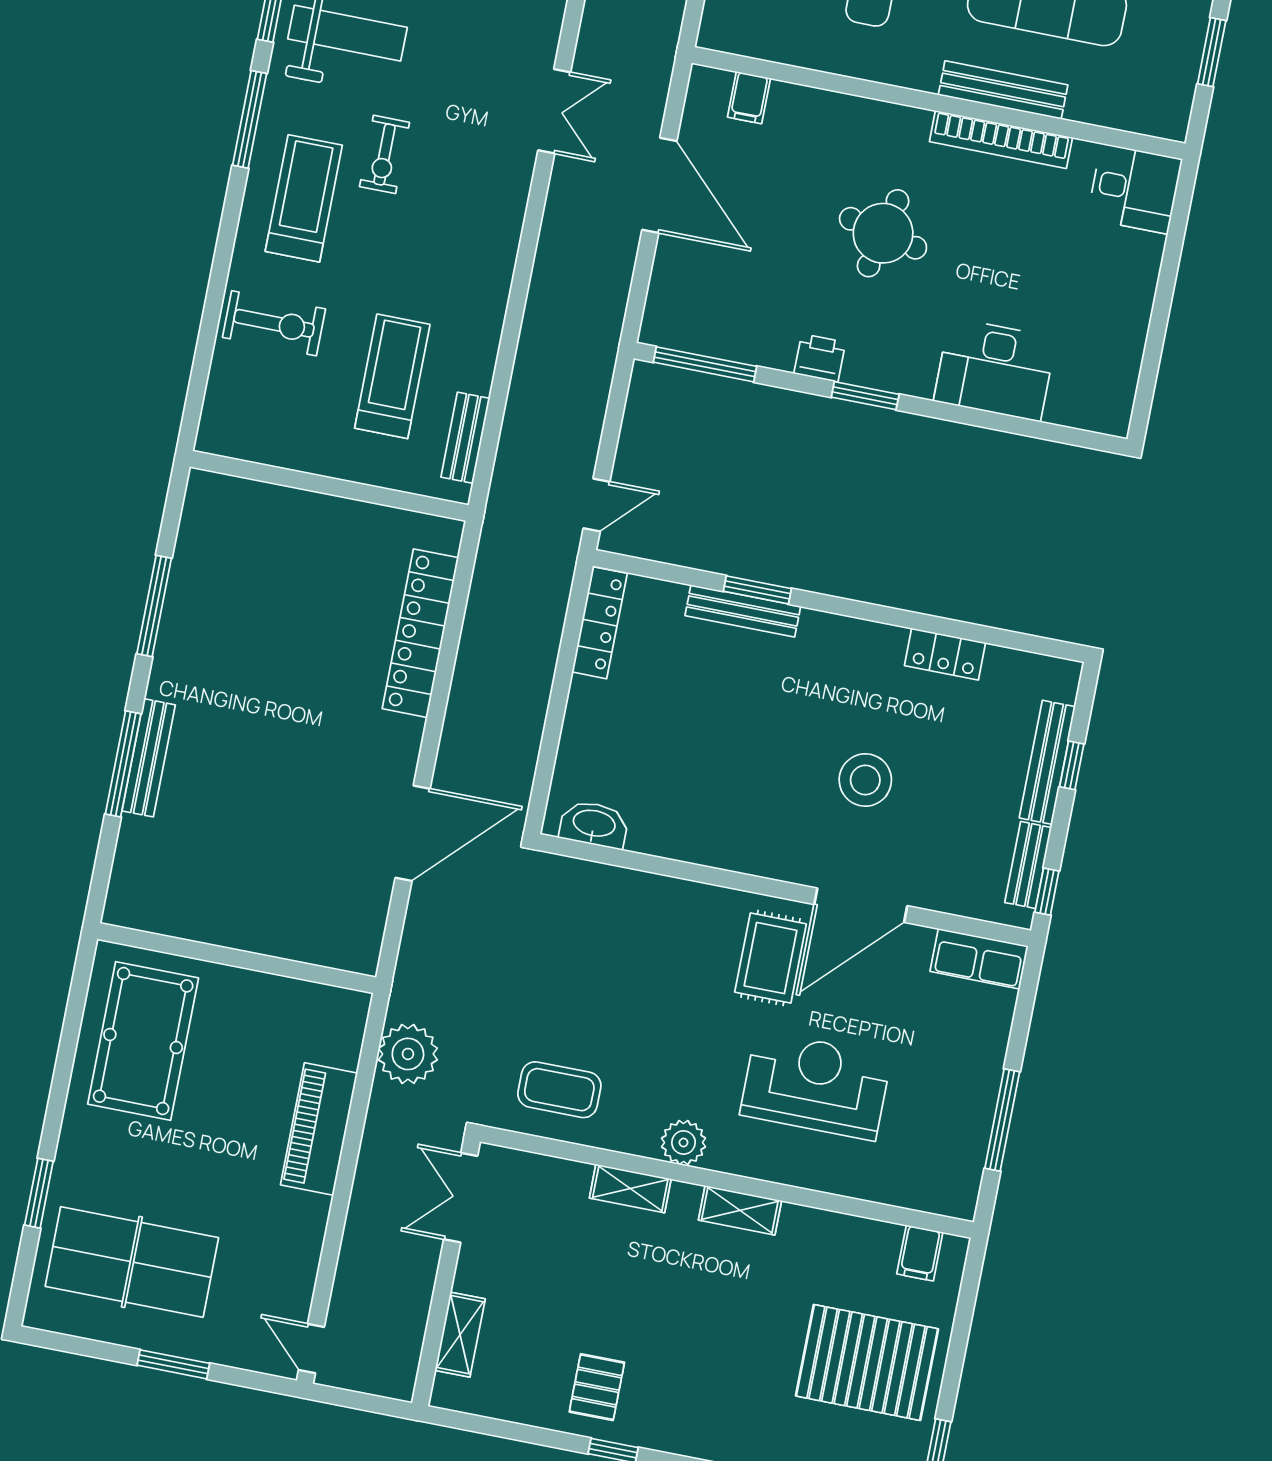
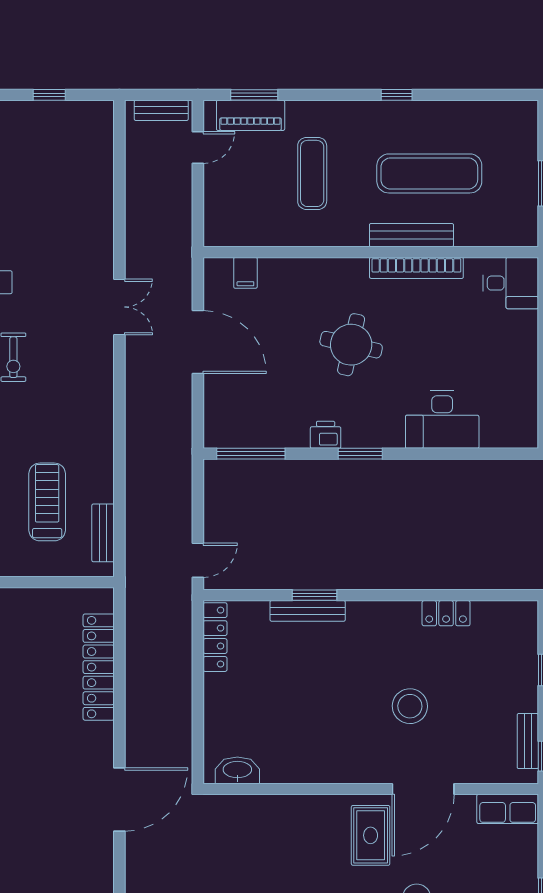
bench: (1047, 762) -> (527, 671), removed

